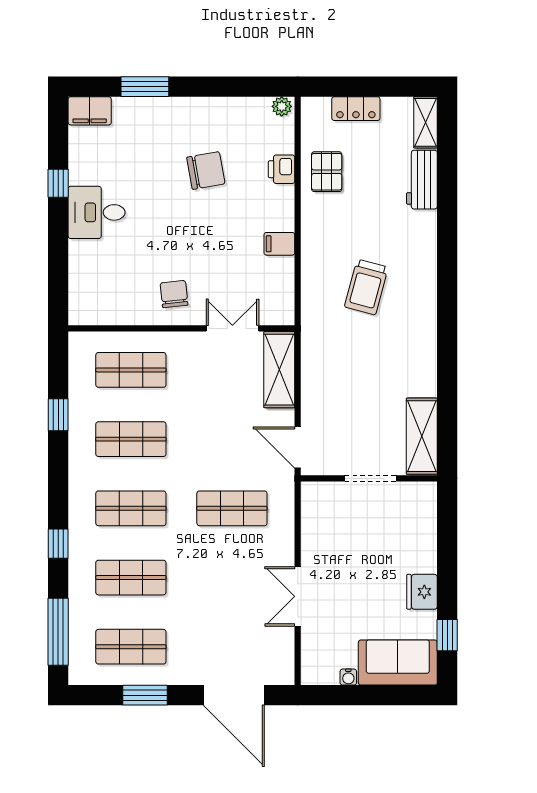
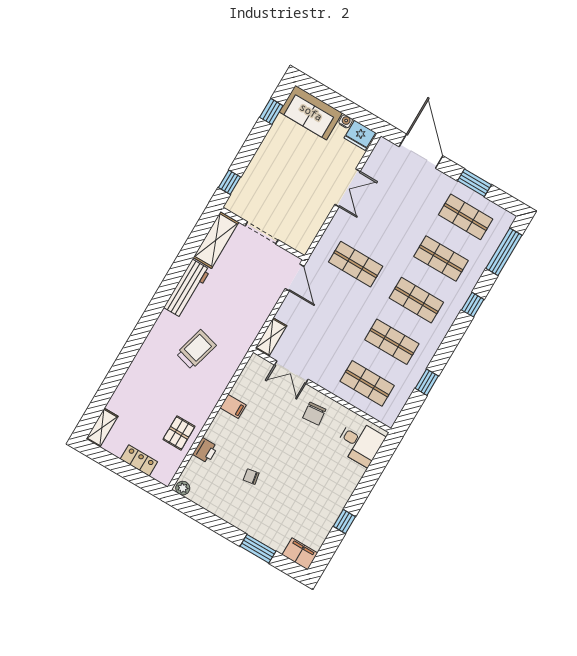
chair: (206, 171) -> (251, 477), width x0.54, depth x0.54
workbench: (422, 180) -> (187, 289), moved, width x1.37
desk: (97, 212) -> (360, 443), moved
shelving: (279, 370) -> (271, 337), width x0.67, depth x0.75
window: (447, 517) -> (230, 182), added
fridge: (422, 592) -> (360, 135), moved, turned 90

